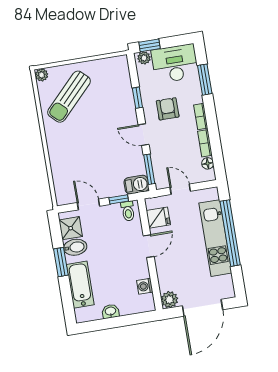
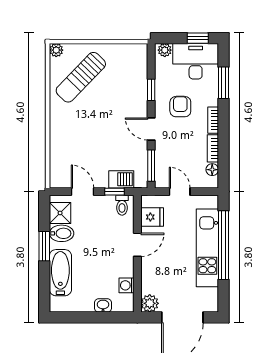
window: (150, 45) -> (198, 38), moved
barbecue: (136, 185) -> (121, 179), moved
washbasin: (111, 311) -> (103, 305), moved

